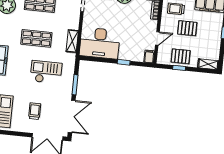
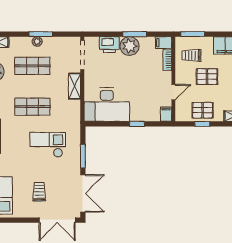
shelving: (72, 41) -> (75, 86), moved

